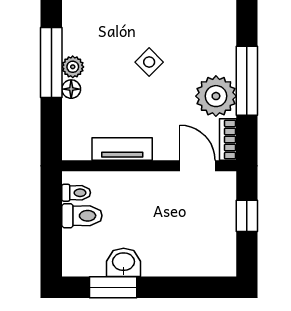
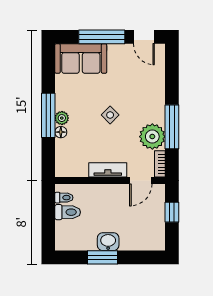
tv unit: (122, 149) -> (108, 170), moved
door: (198, 166) -> (141, 181), swing flipped
washbasin: (124, 262) -> (108, 242), moved
window: (113, 287) -> (102, 257), moved

